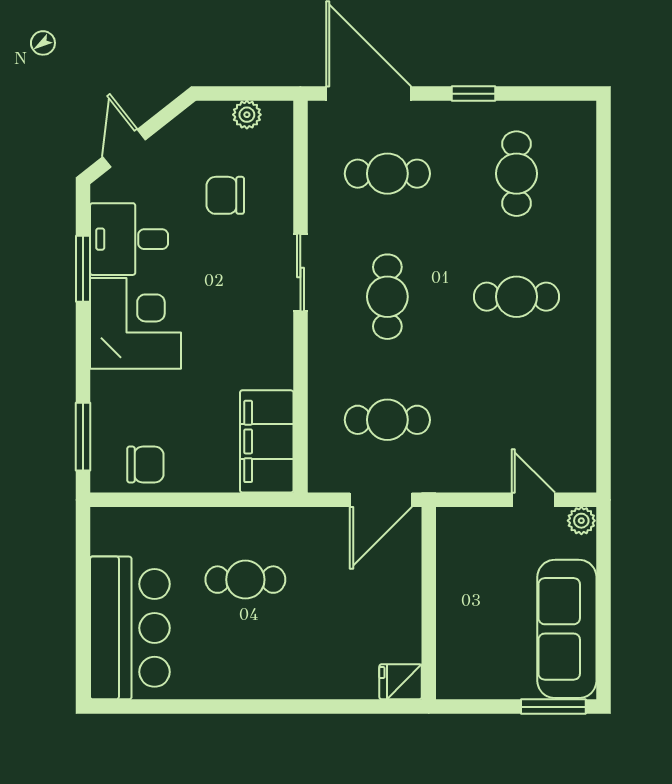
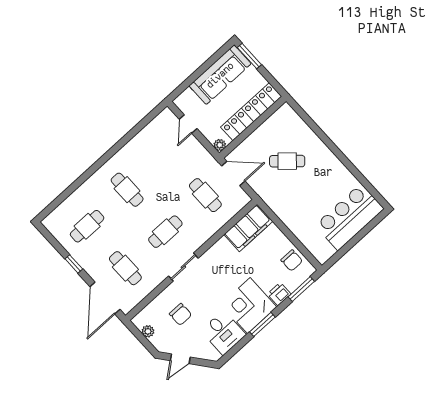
door: (124, 148) -> (180, 359), moved
window: (83, 269) -> (262, 324), moved
printer: (109, 392) -> (279, 294), added
chair: (145, 465) -> (292, 260), turned 180
plant: (581, 521) -> (220, 145), moved
cafe table: (245, 580) -> (287, 161), moved, turned -48
locker: (457, 624) -> (251, 112), added
fridge: (401, 682) -> (287, 113), removed

